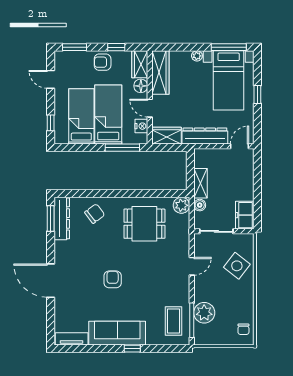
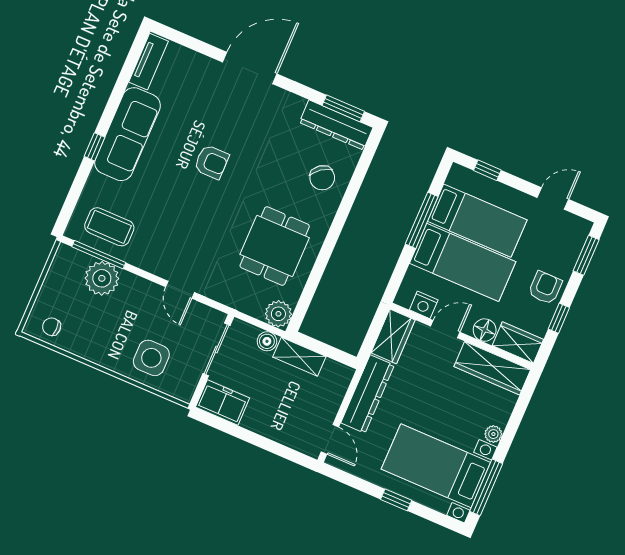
window: (122, 148) -> (422, 220), moved
side table: (237, 266) -> (151, 358), turned -38

